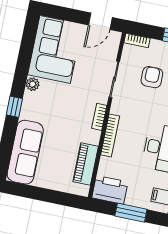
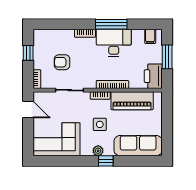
plant: (33, 84) -> (98, 151), moved
side table: (62, 109) -> (100, 124), added
piano: (86, 164) -> (132, 101), width x1.37, depth x1.33

